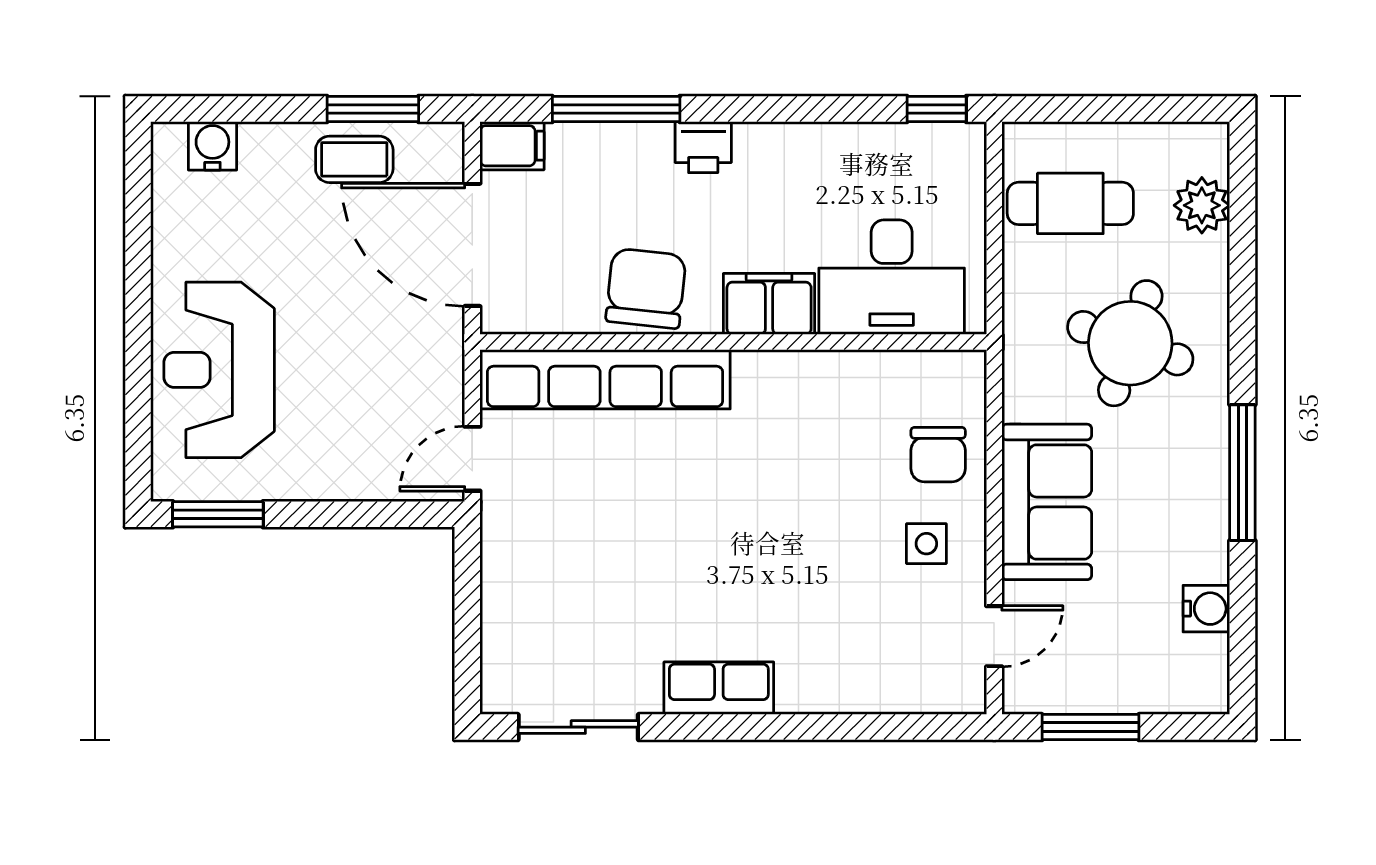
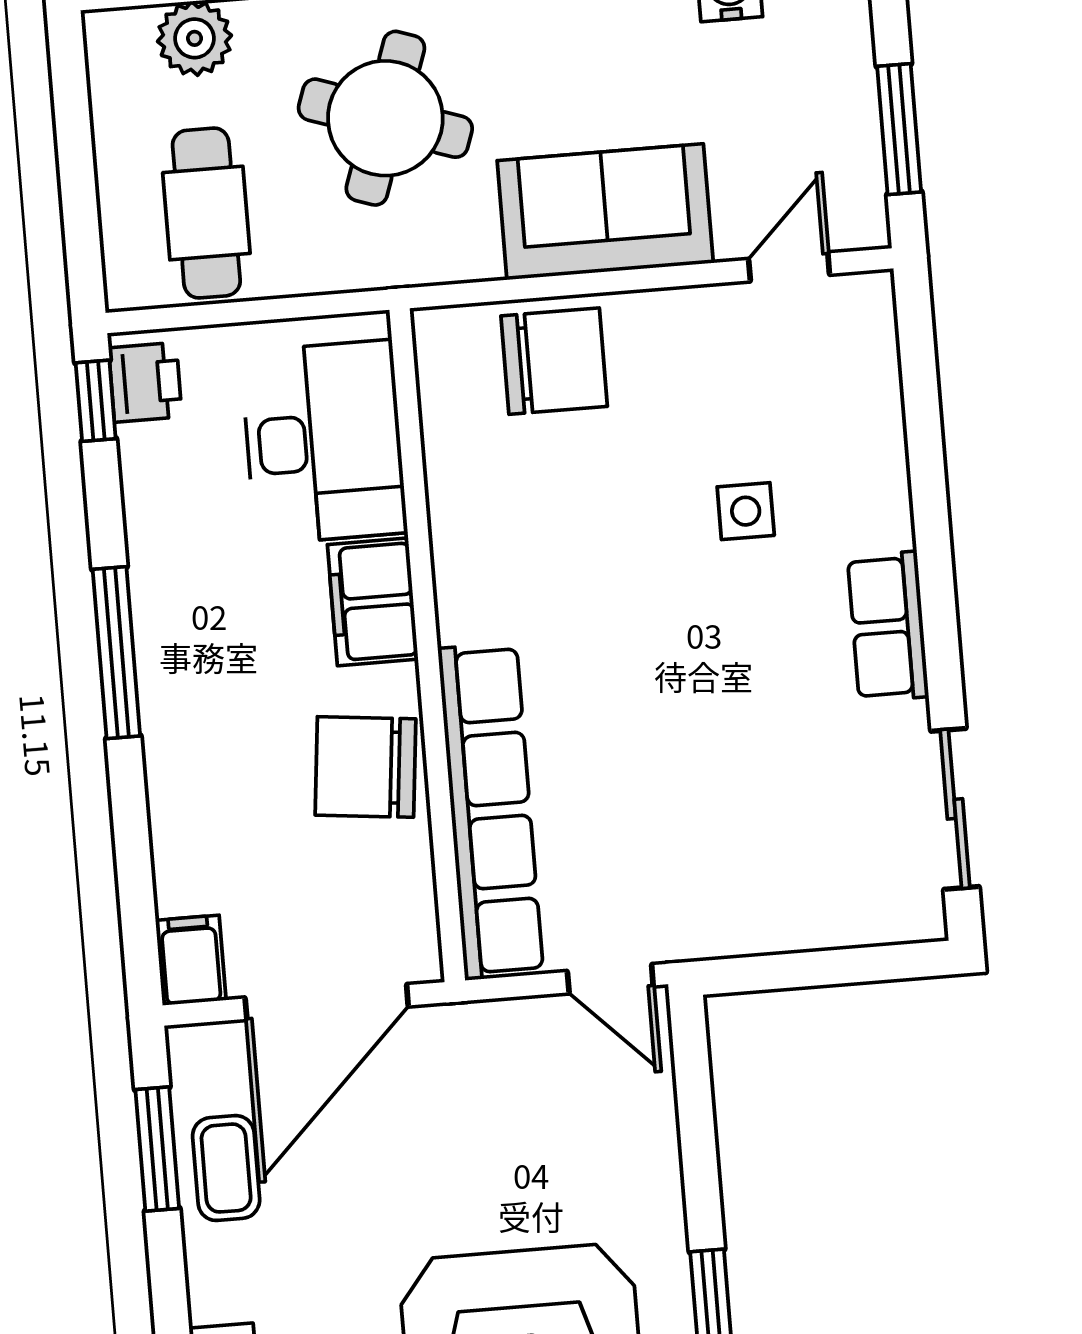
window: (616, 109) -> (116, 653), moved
printer: (703, 147) -> (145, 382), moved
chair: (938, 455) -> (554, 361), width x1.37, depth x1.37
side table: (926, 544) -> (746, 511), moved
door: (994, 636) -> (789, 267), hinge flipped

